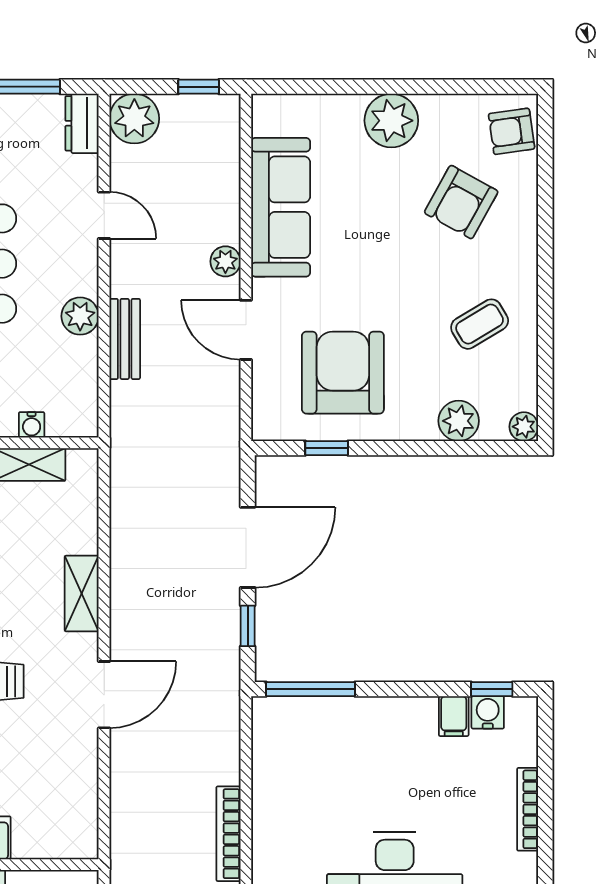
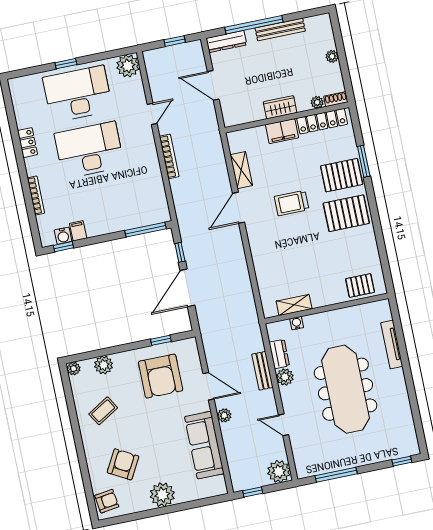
dresser: (82, 123) -> (279, 354), moved
shelving: (82, 594) -> (241, 170), moved

